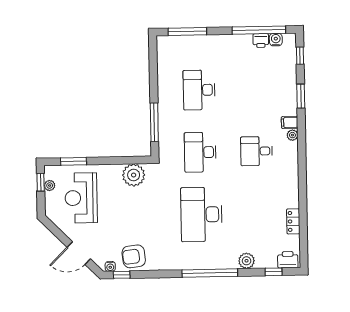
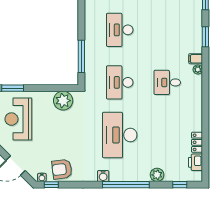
printer: (288, 260) -> (196, 162), moved, turned -90
water cooler: (183, 263) -> (103, 176), added

